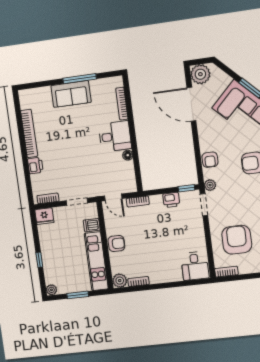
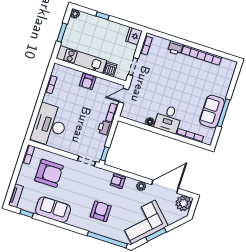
sofa: (71, 94) -> (212, 112), moved
plant: (210, 185) -> (141, 186), moved
printer: (171, 200) -> (105, 128), moved
desk: (195, 266) -> (50, 125), width x1.87, depth x1.30
plant: (120, 281) -> (58, 70), removed

